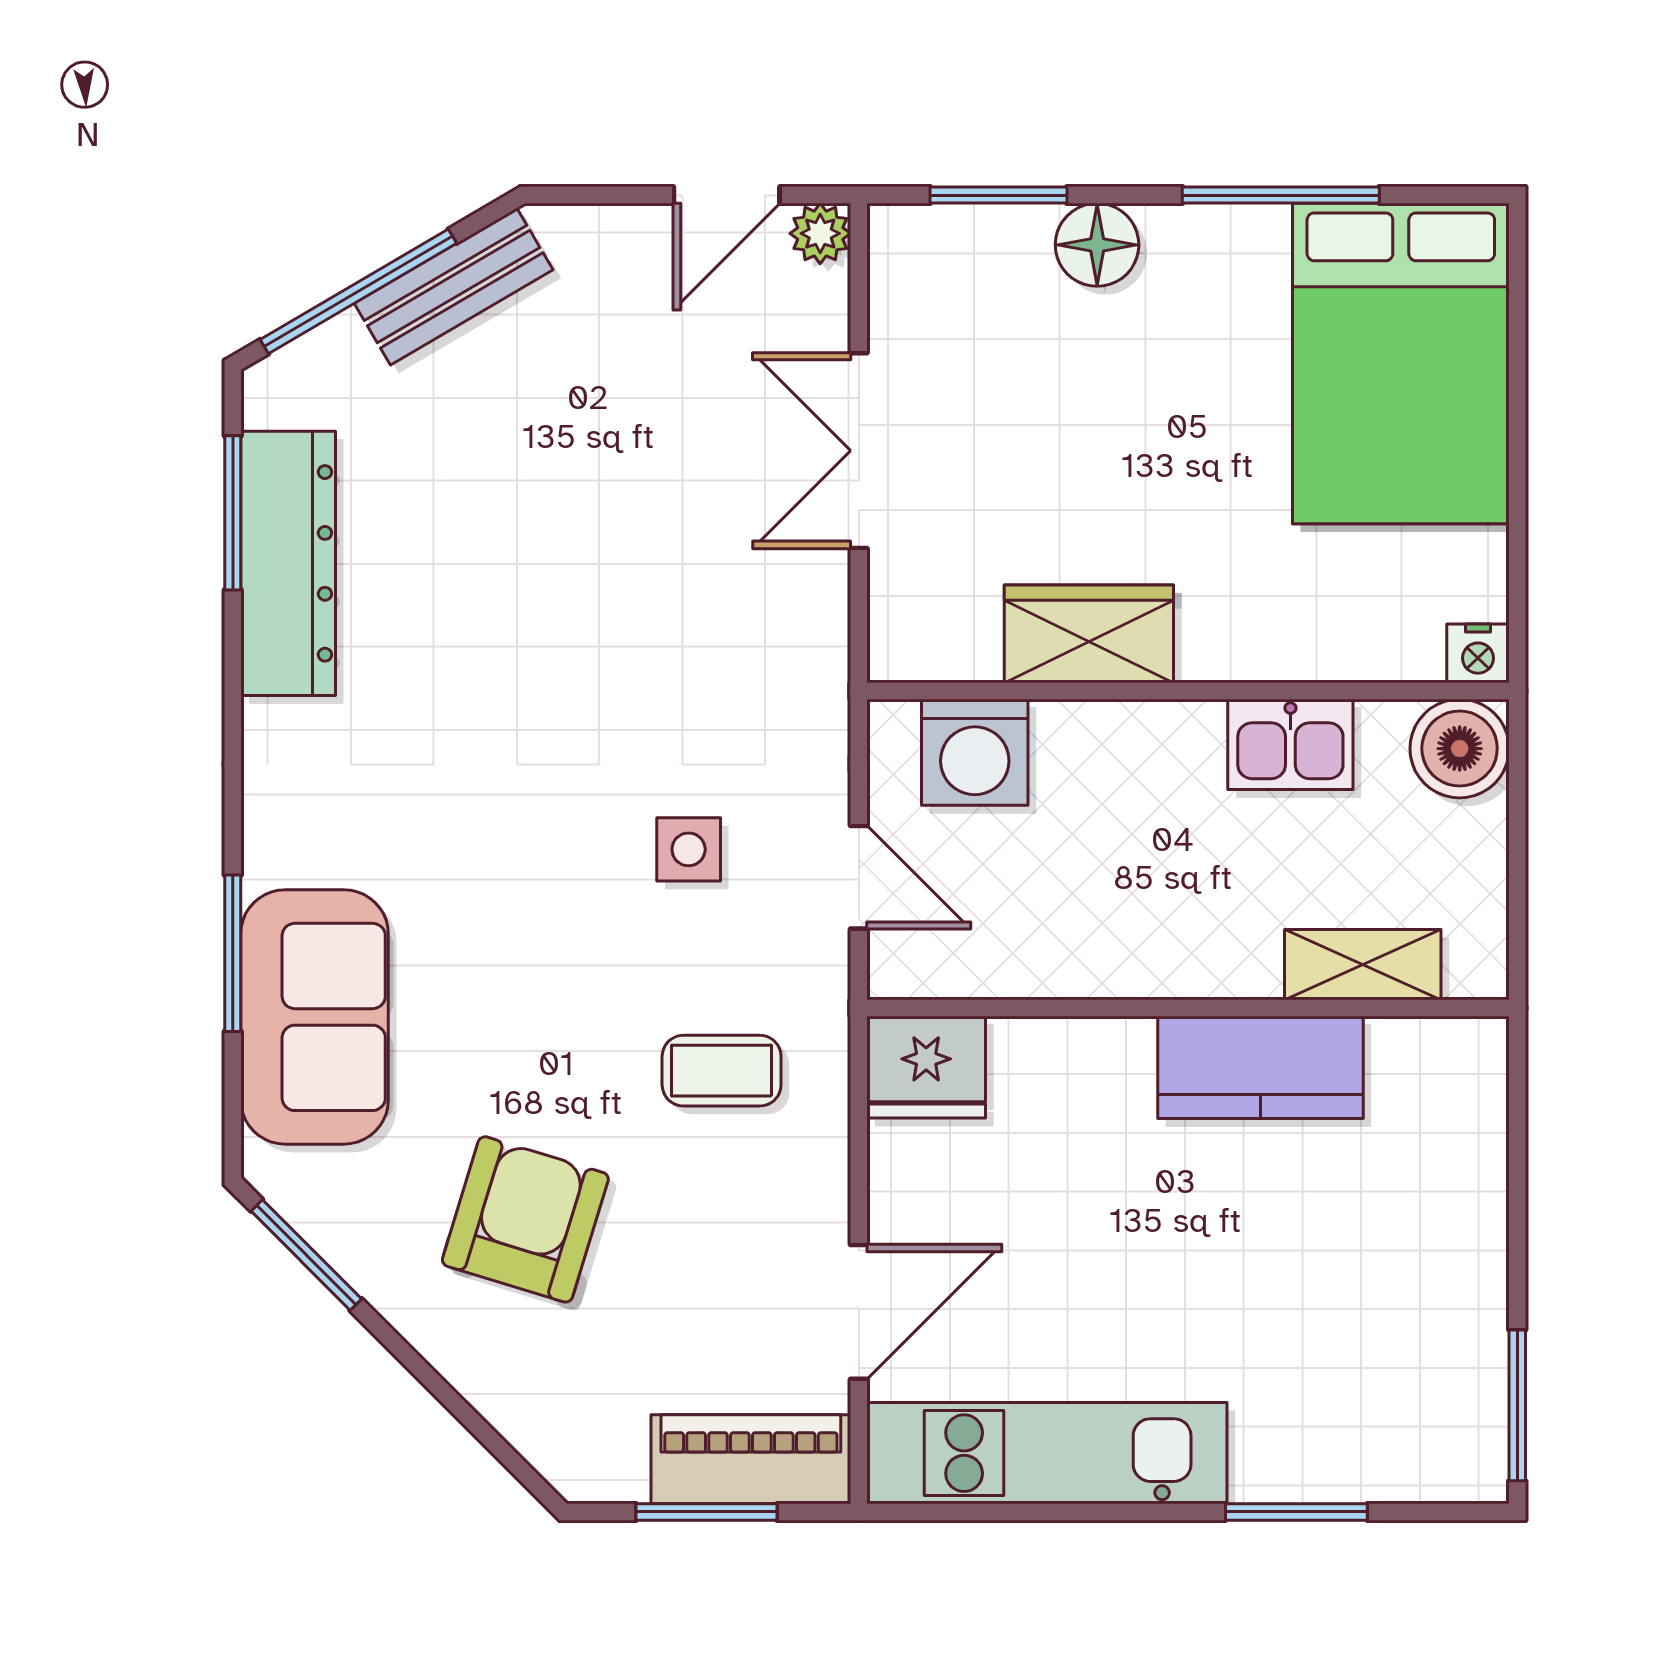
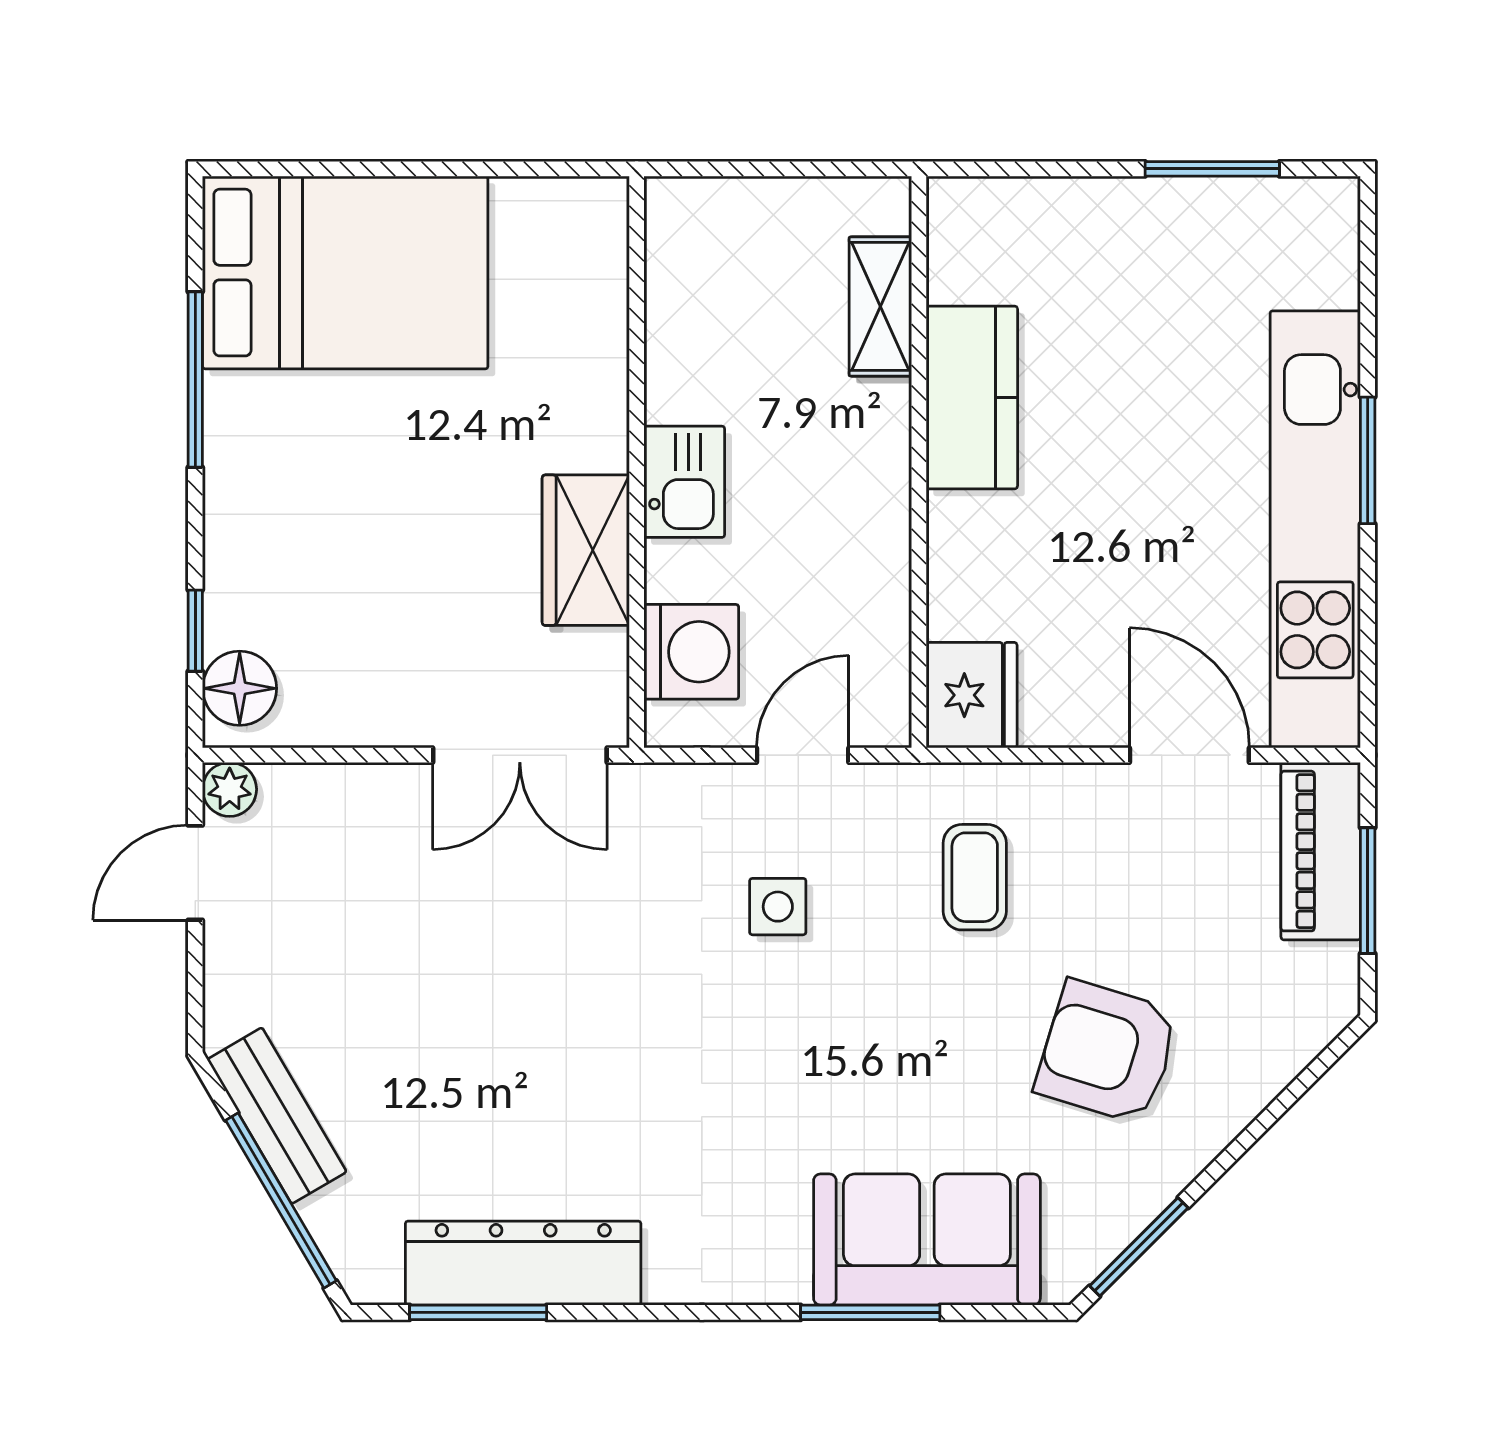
door: (727, 195) -> (195, 873), swing flipped
window: (999, 195) -> (195, 631), width x0.67
floor lamp: (1097, 245) -> (240, 688), moved
double door: (859, 451) -> (520, 755), moved
nightstand: (1478, 653) -> (603, 204), removed
kitchen sink: (1290, 744) -> (684, 482), moved
boiler: (1460, 749) -> (688, 220), removed
window: (1517, 1405) -> (1212, 169), moved
kitchen unit: (1047, 1453) -> (1315, 529), width x1.36
window: (1296, 1512) -> (1368, 460), moved

